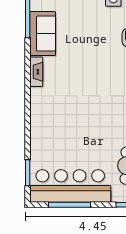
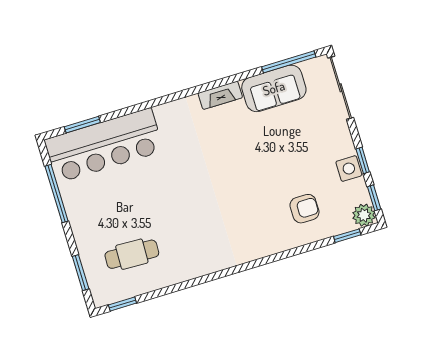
bar counter: (70, 186) -> (104, 145), moved, turned 90

